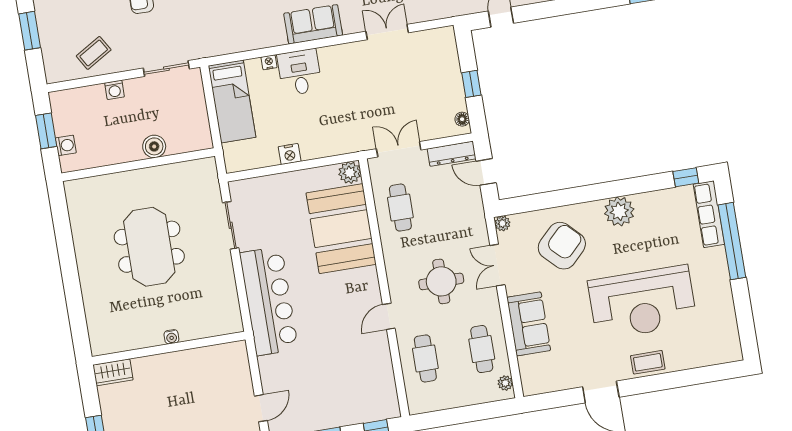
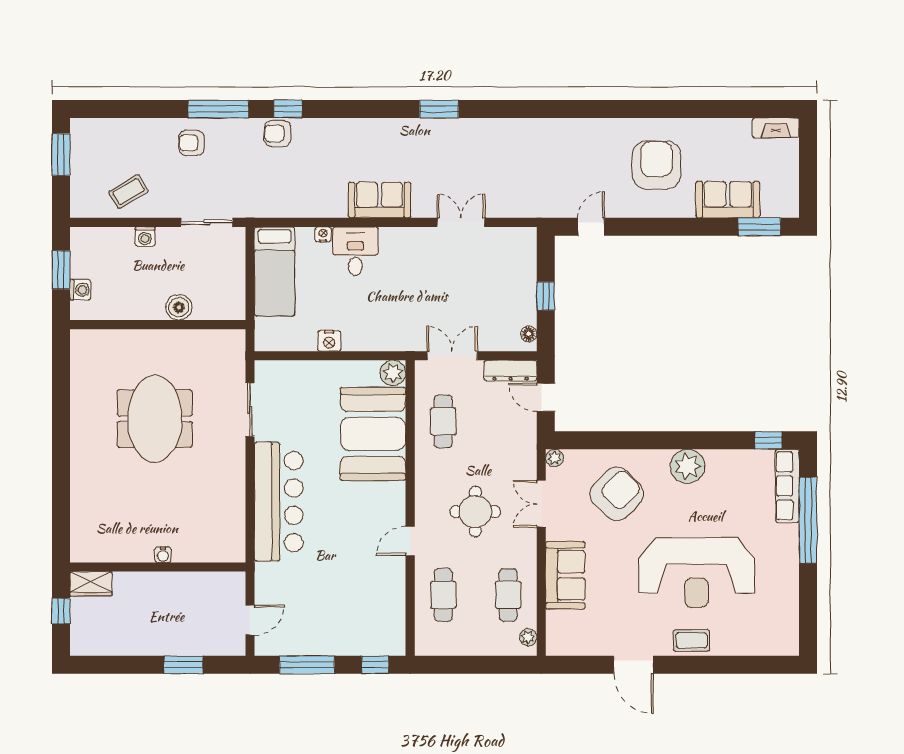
water cooler: (171, 337) -> (163, 555), moved
wall: (169, 348) -> (158, 567), moved
wardrobe: (113, 372) -> (91, 584), moved

